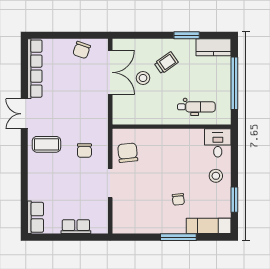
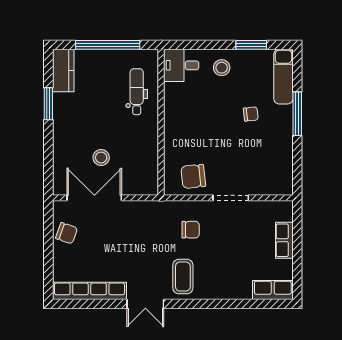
trolley: (166, 63) -> (82, 129), removed

